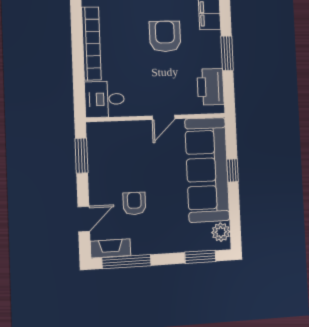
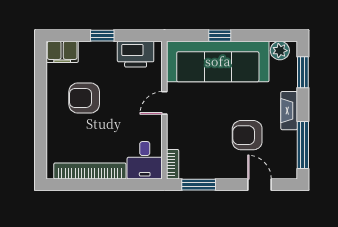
window: (227, 53) -> (102, 36), width x0.67
door: (163, 117) -> (164, 103), swing flipped
bookcase: (102, 128) -> (173, 164), added
armchair: (134, 203) -> (247, 135), width x1.38, depth x1.38
fireplace: (111, 248) -> (289, 111), moved

